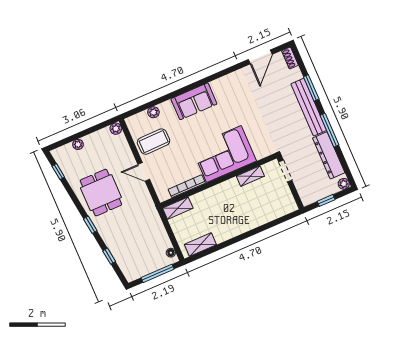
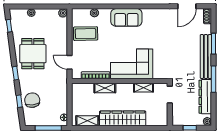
door: (144, 172) -> (69, 62), moved
shelving: (178, 208) -> (105, 88), moved
wardrobe: (241, 224) -> (123, 118), added
chair: (124, 248) -> (32, 100), added

